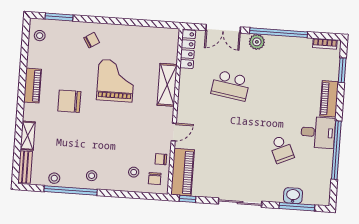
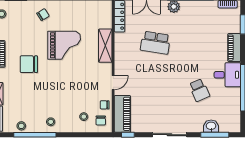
grand piano: (116, 81) -> (64, 45), turned 90

